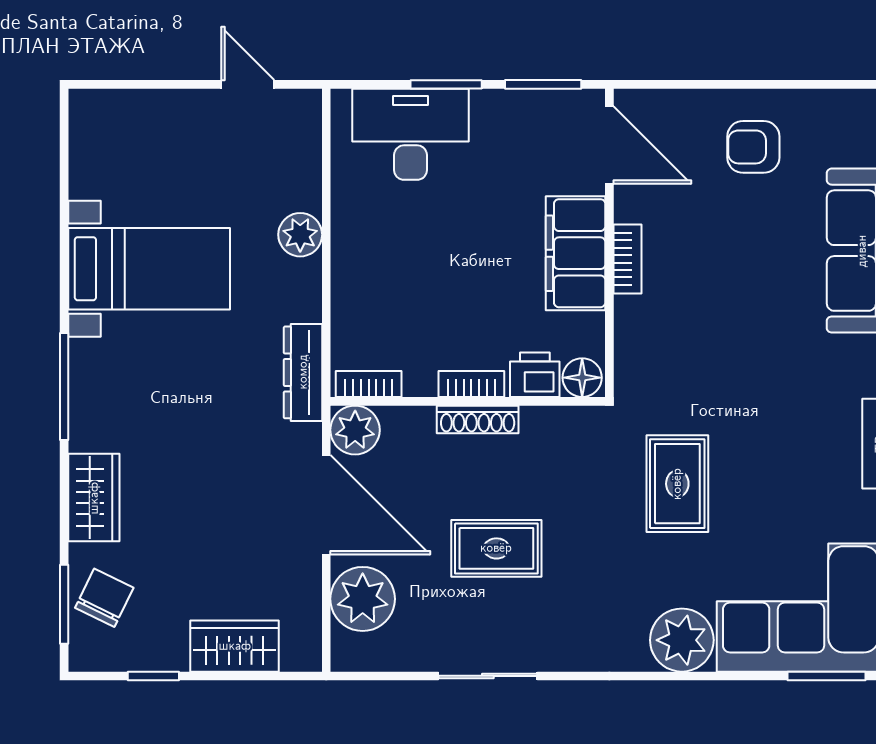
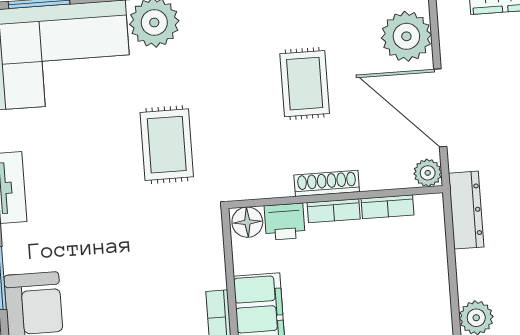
bookcase: (369, 384) -> (388, 207), moved
plant: (355, 430) -> (428, 173), width x0.73, depth x0.73
rug: (496, 548) -> (305, 84), turned 90

